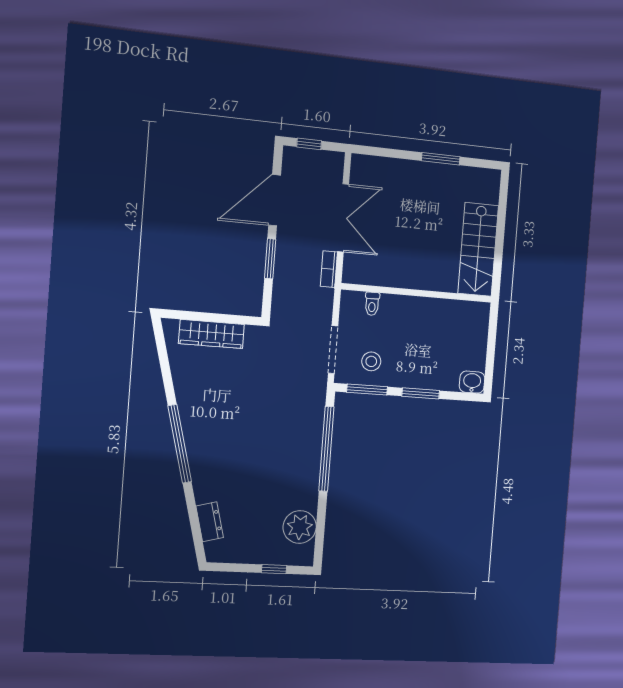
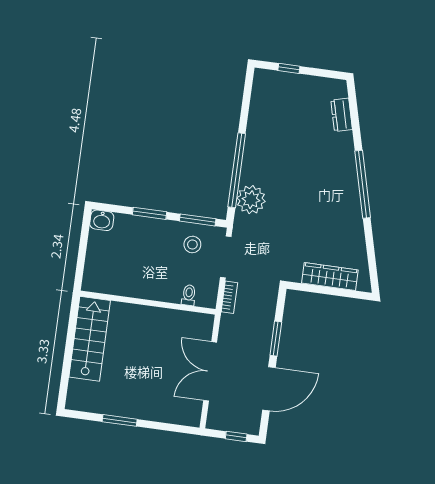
bookcase: (329, 269) -> (229, 297), moved
plant: (300, 527) -> (251, 200), moved

